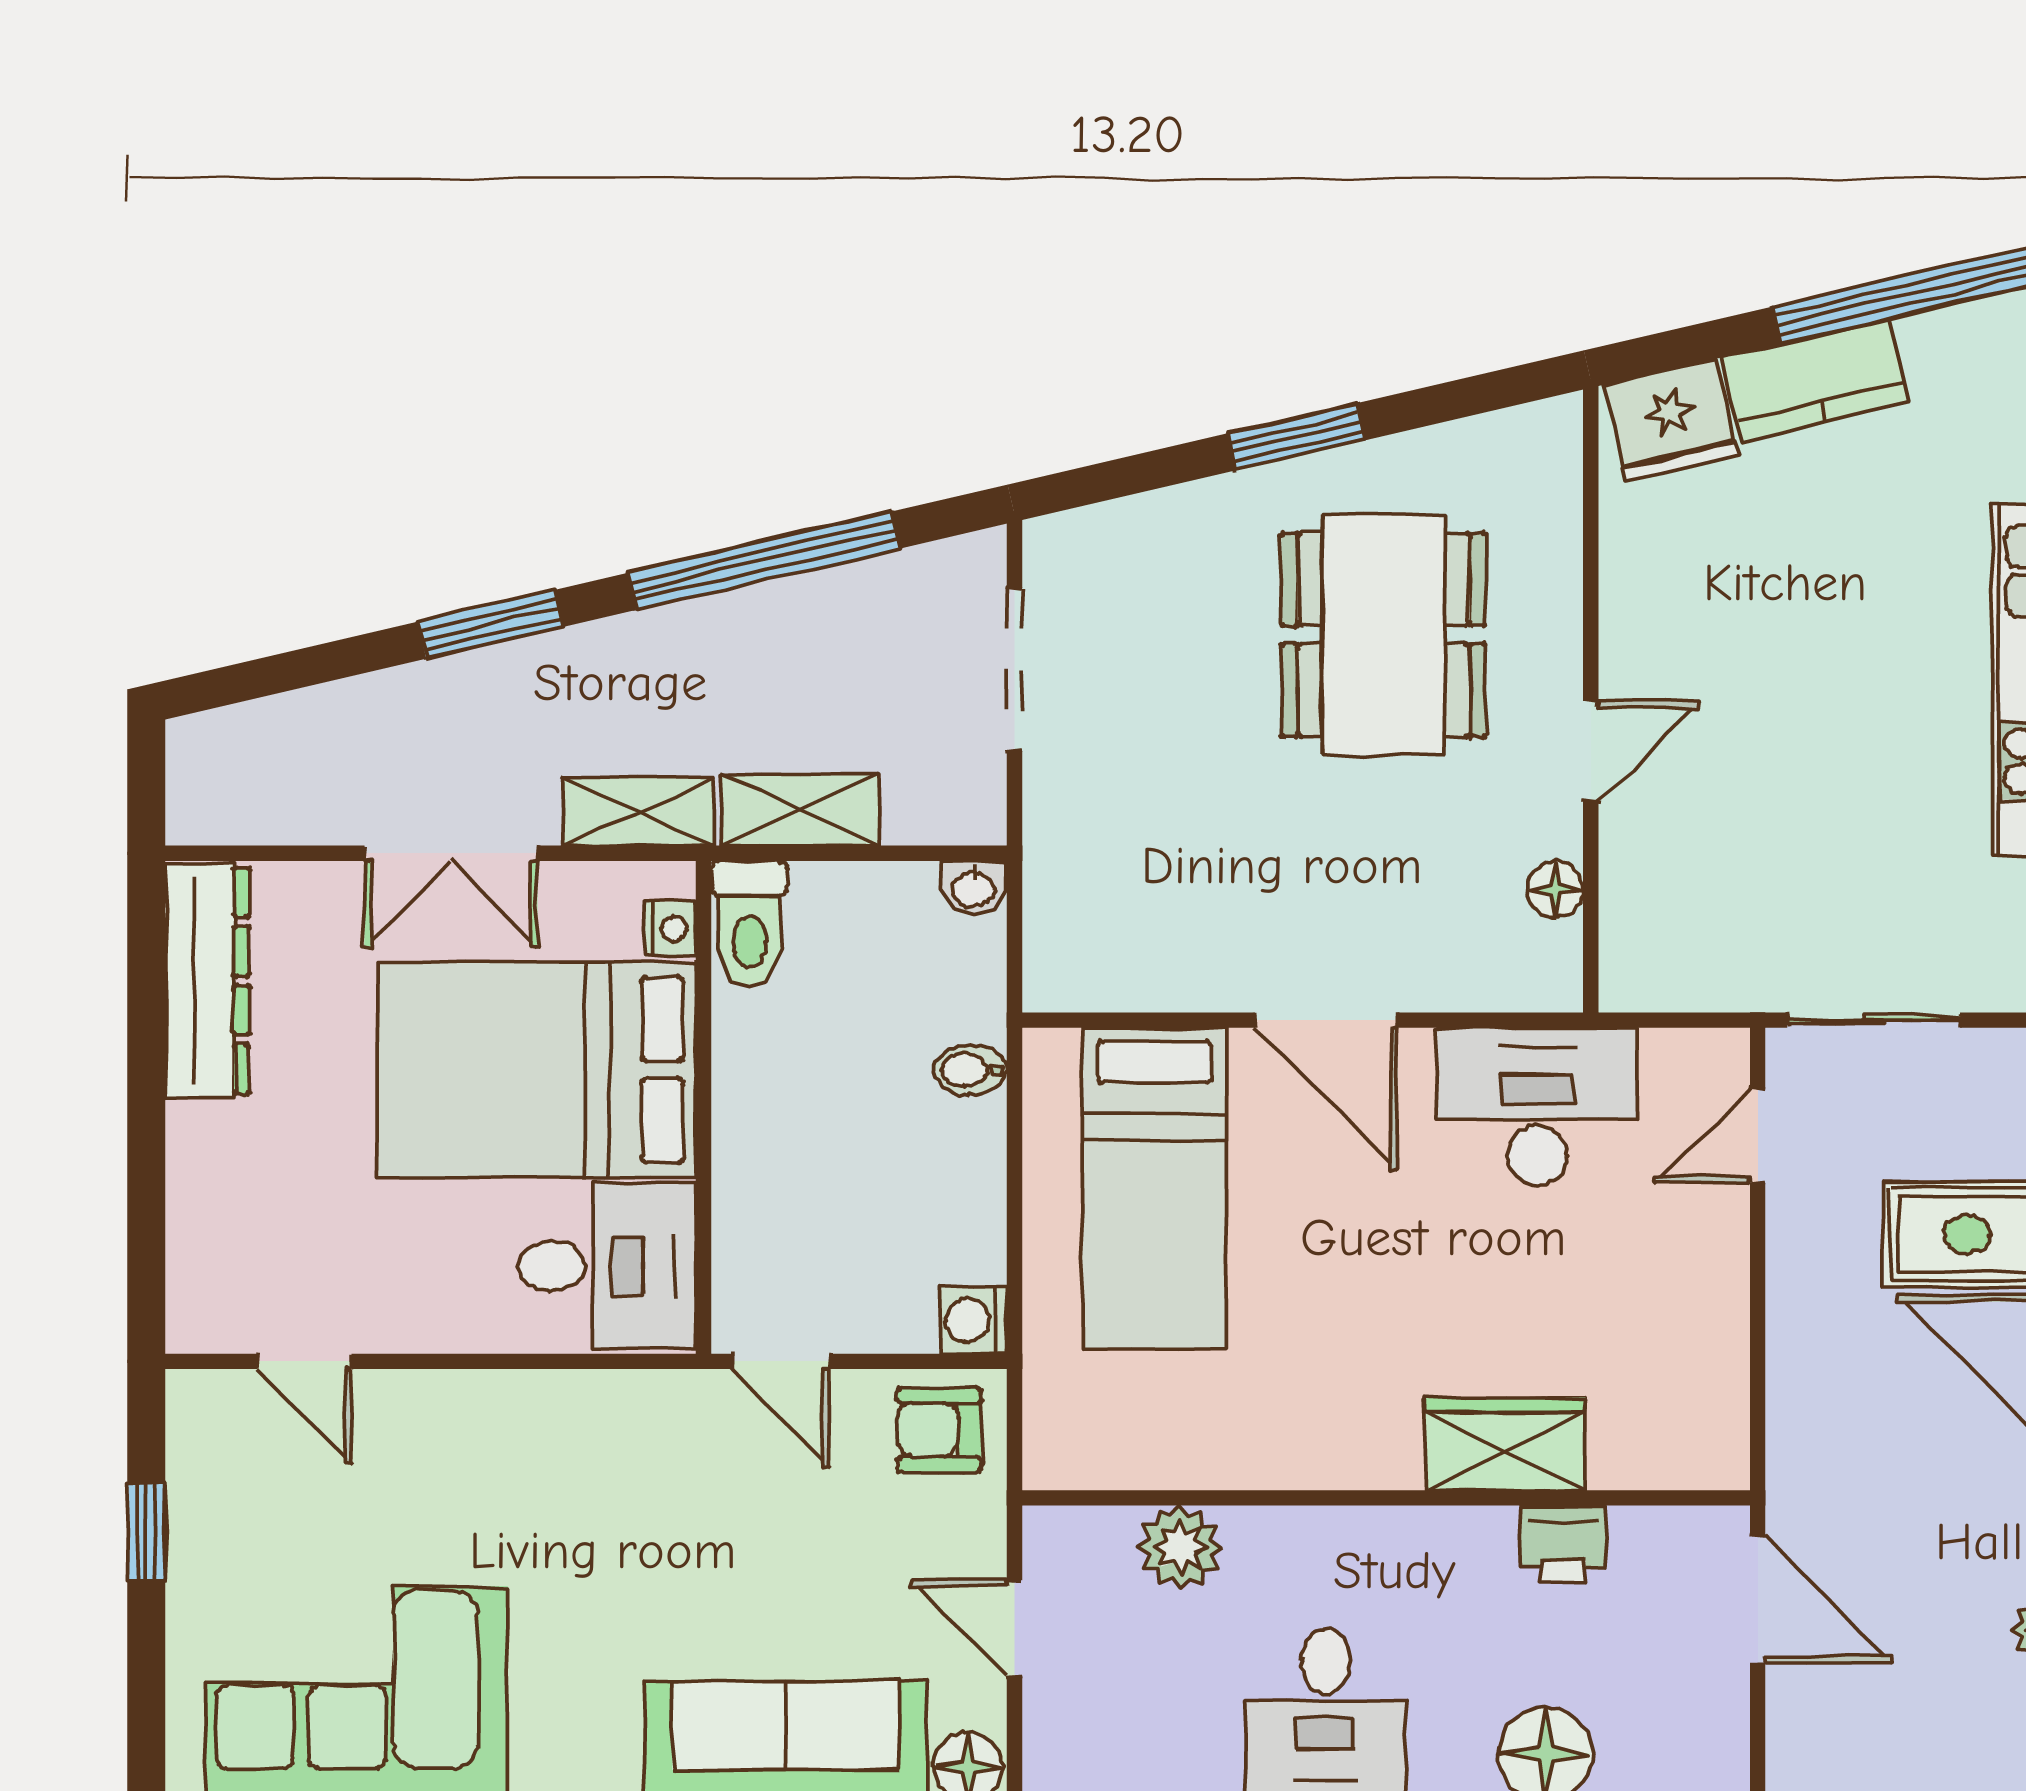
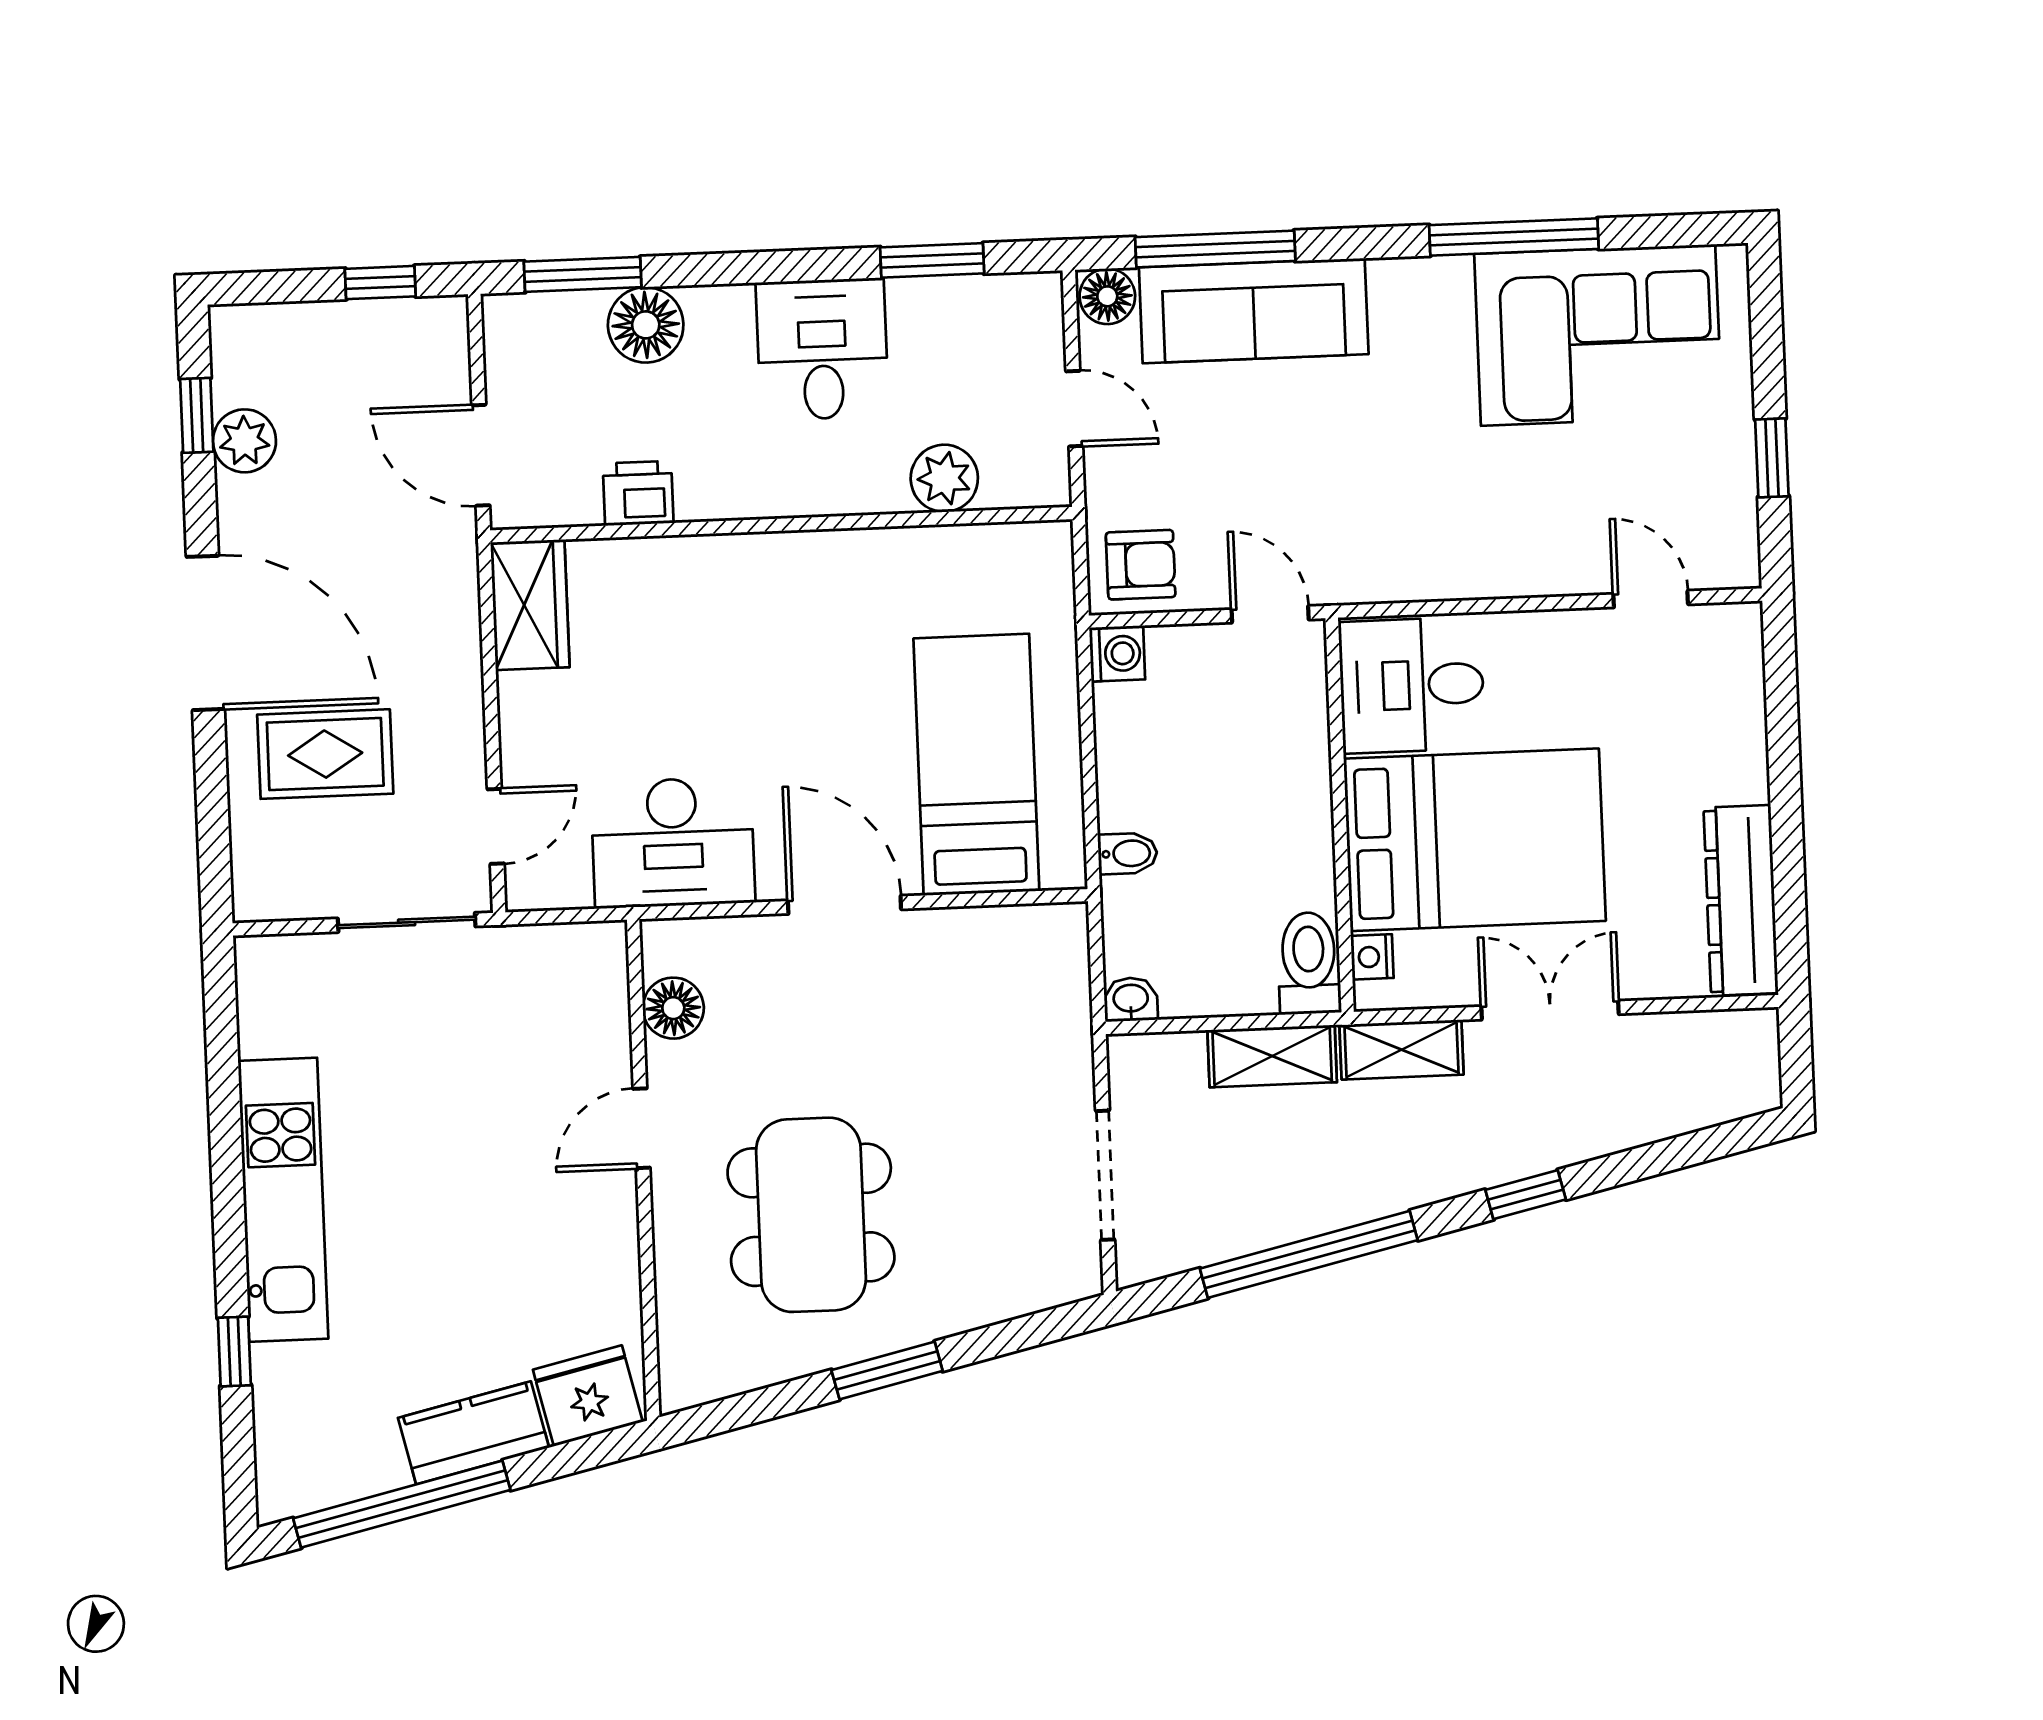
window: (491, 624) -> (1526, 1195), width x0.67
floor lamp: (1555, 890) -> (673, 1008), width x1.37, depth x1.37
wardrobe: (1505, 1444) -> (530, 605), moved, turned -90

